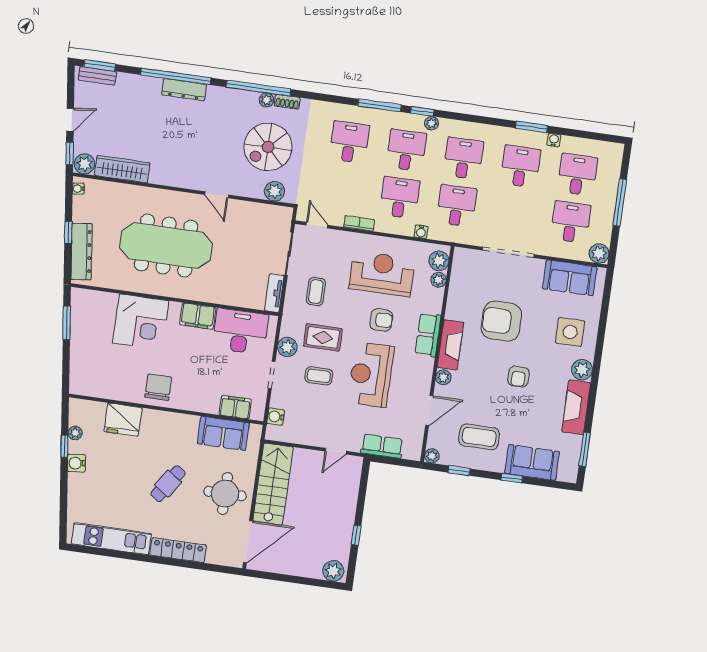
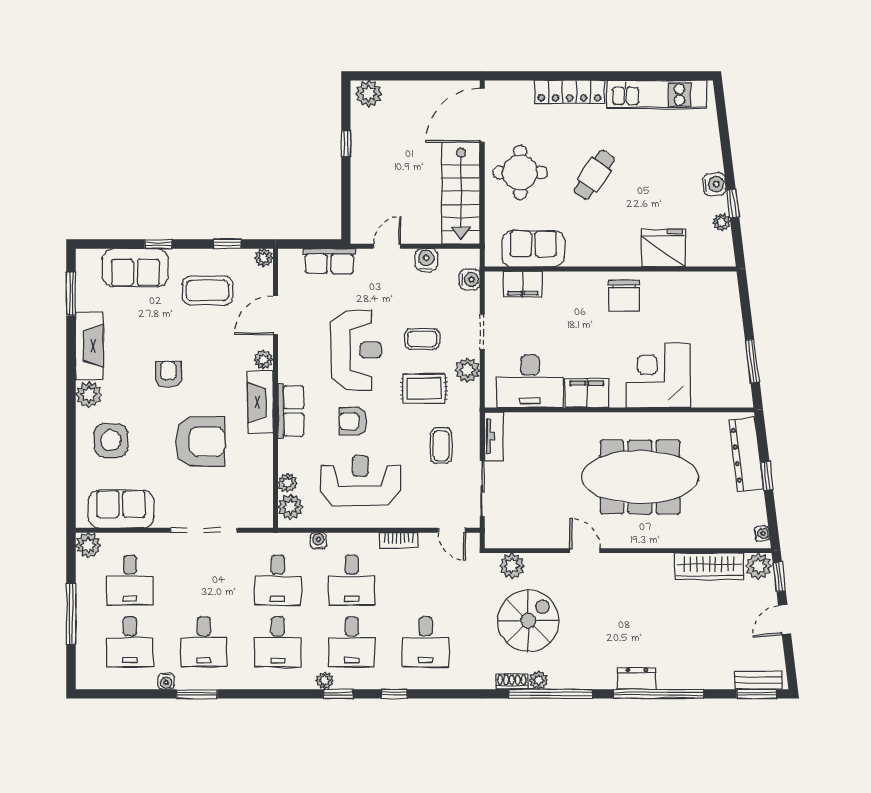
dresser: (184, 90) -> (637, 678), width x0.70
window: (380, 105) -> (394, 694), width x0.46
reception desk: (382, 274) -> (360, 480), turned 180
water cooler: (307, 437) -> (426, 260), added

